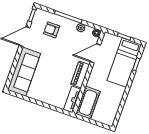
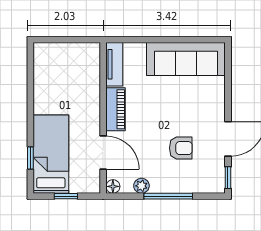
armchair: (52, 30) -> (181, 148), moved
door: (95, 53) -> (103, 153), hinge flipped
sofa: (24, 72) -> (186, 59), moved, turned -90
cot: (88, 103) -> (87, 68), removed

